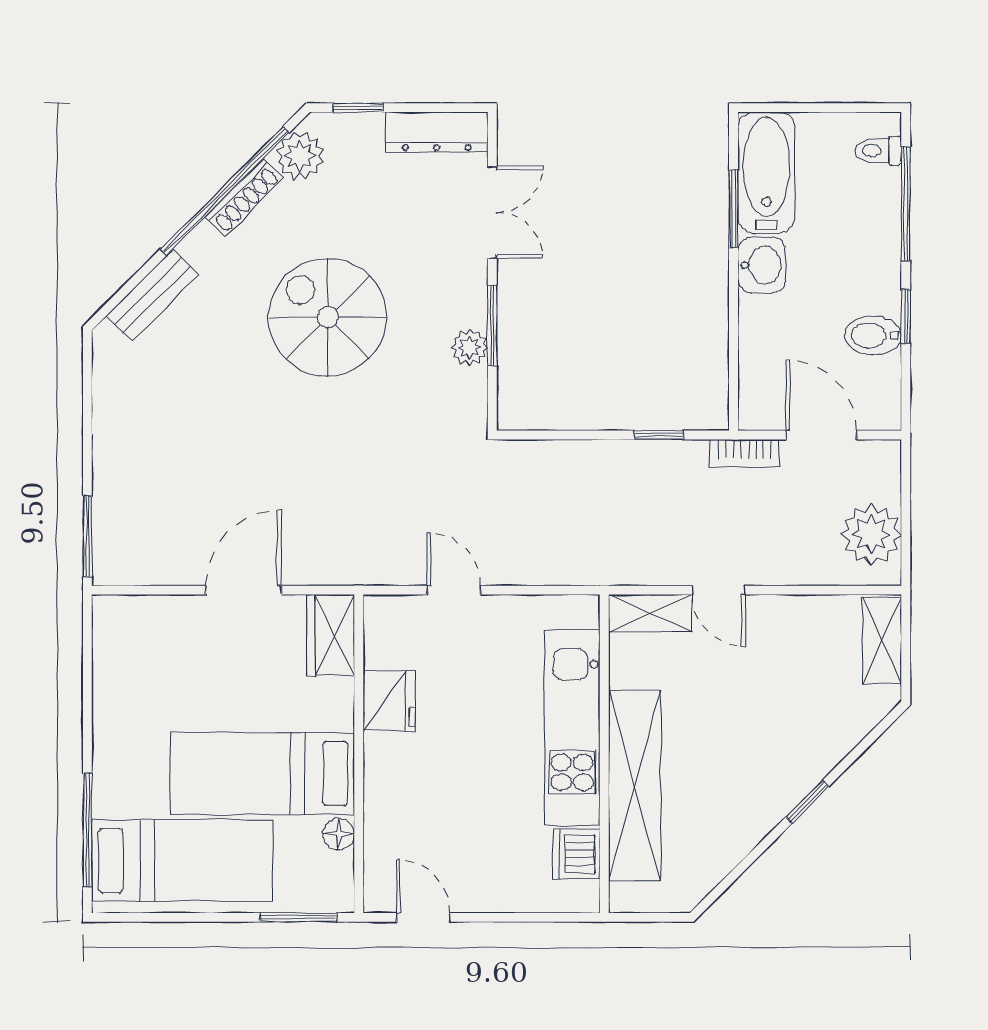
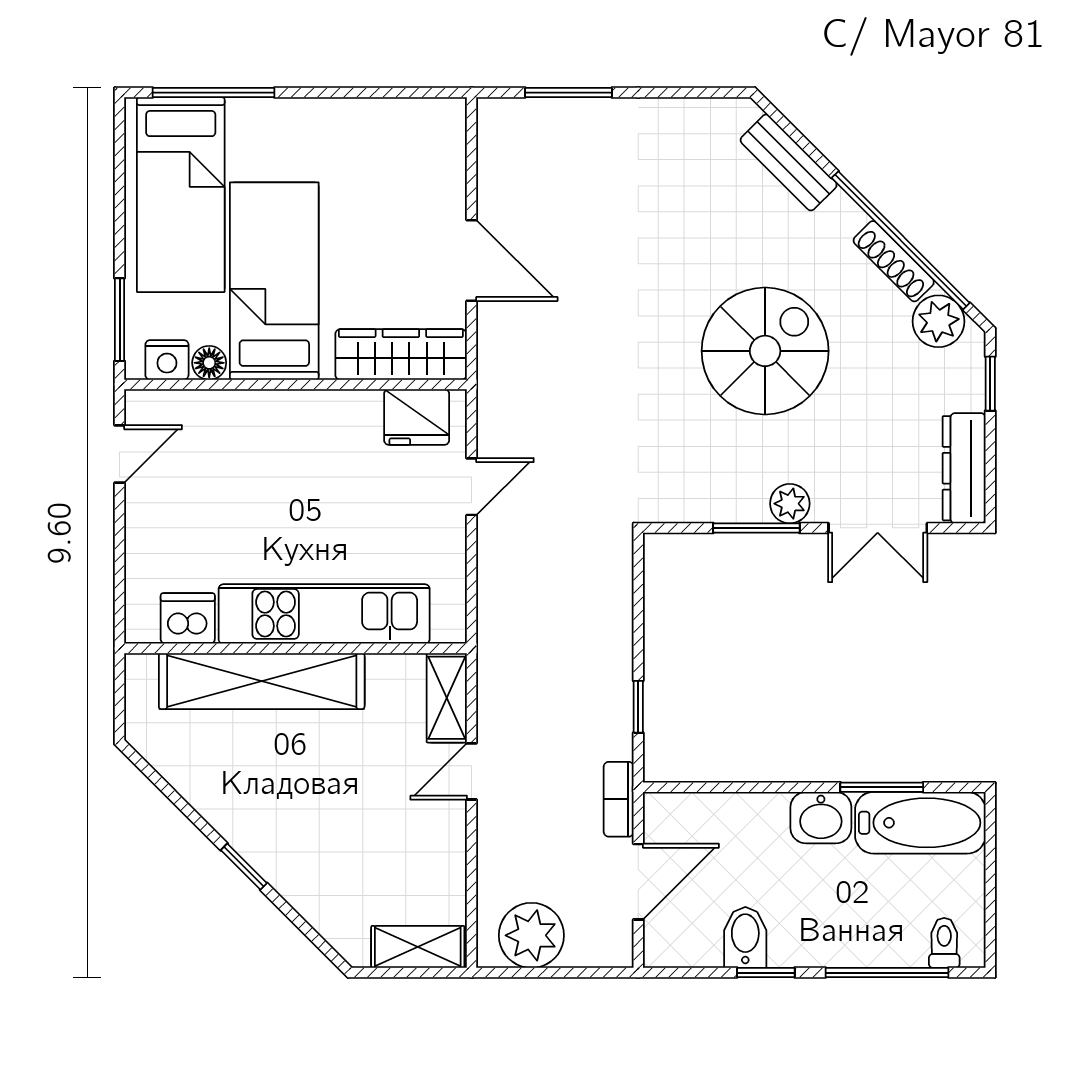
plant: (470, 347) -> (790, 504), moved
window: (87, 536) -> (569, 93), moved
wardrobe: (331, 636) -> (401, 354), width x1.50
fridge: (389, 701) -> (417, 417), moved
nightstand: (336, 873) -> (167, 360), added

